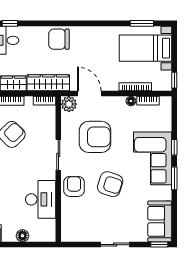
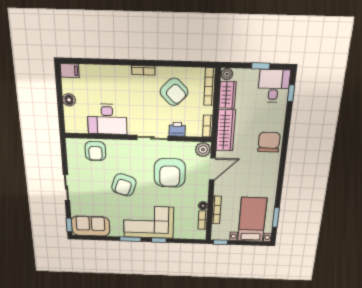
printer: (49, 130) -> (177, 129), added
armchair: (74, 186) -> (95, 151), moved, turned 90

